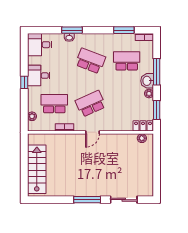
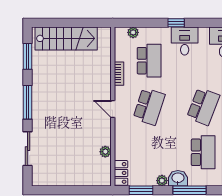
school desk: (90, 104) -> (149, 106), turned 42
plant: (142, 138) -> (105, 152), moved
window: (51, 200) -> (28, 56), added

